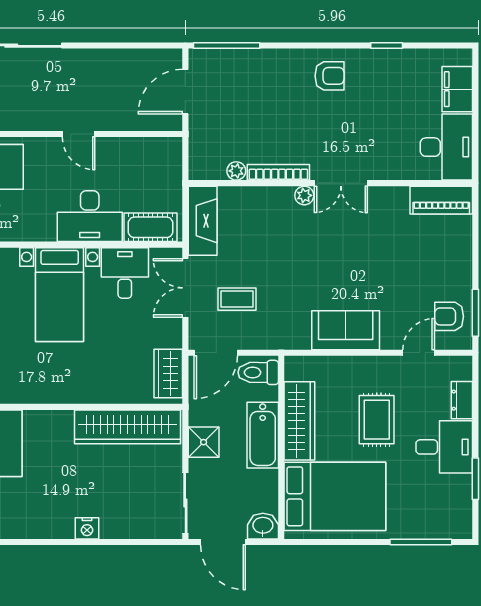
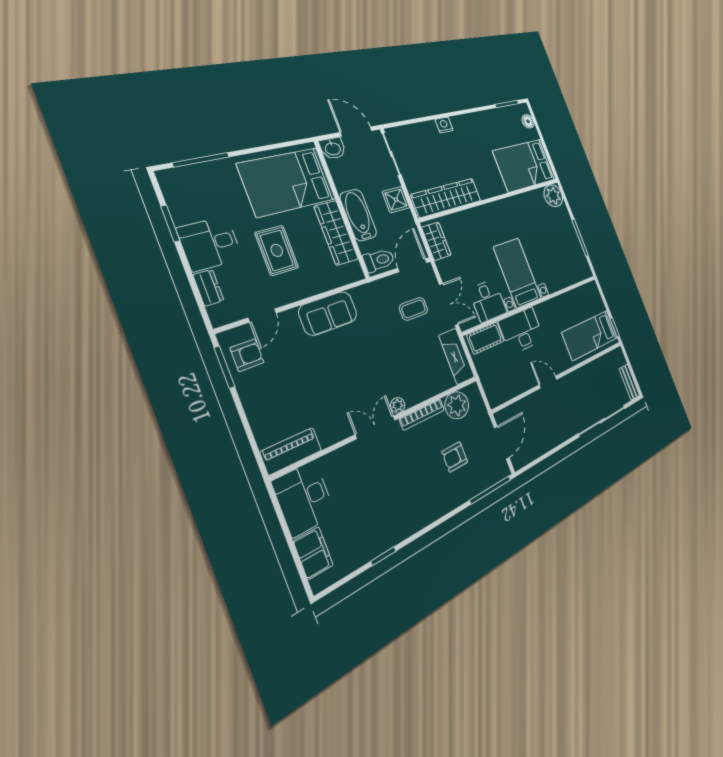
armchair: (329, 76) -> (455, 457), moved
plant: (236, 171) -> (457, 405), width x1.88, depth x1.88

